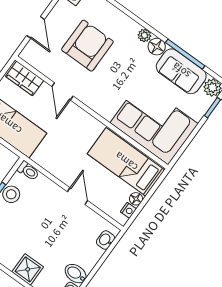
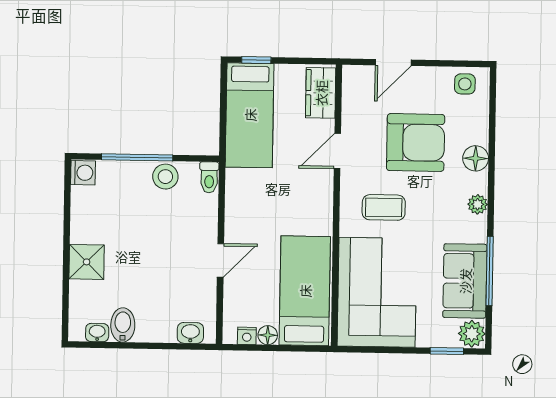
floor lamp: (157, 47) -> (476, 158), moved
coffee table: (111, 88) -> (384, 207), added

